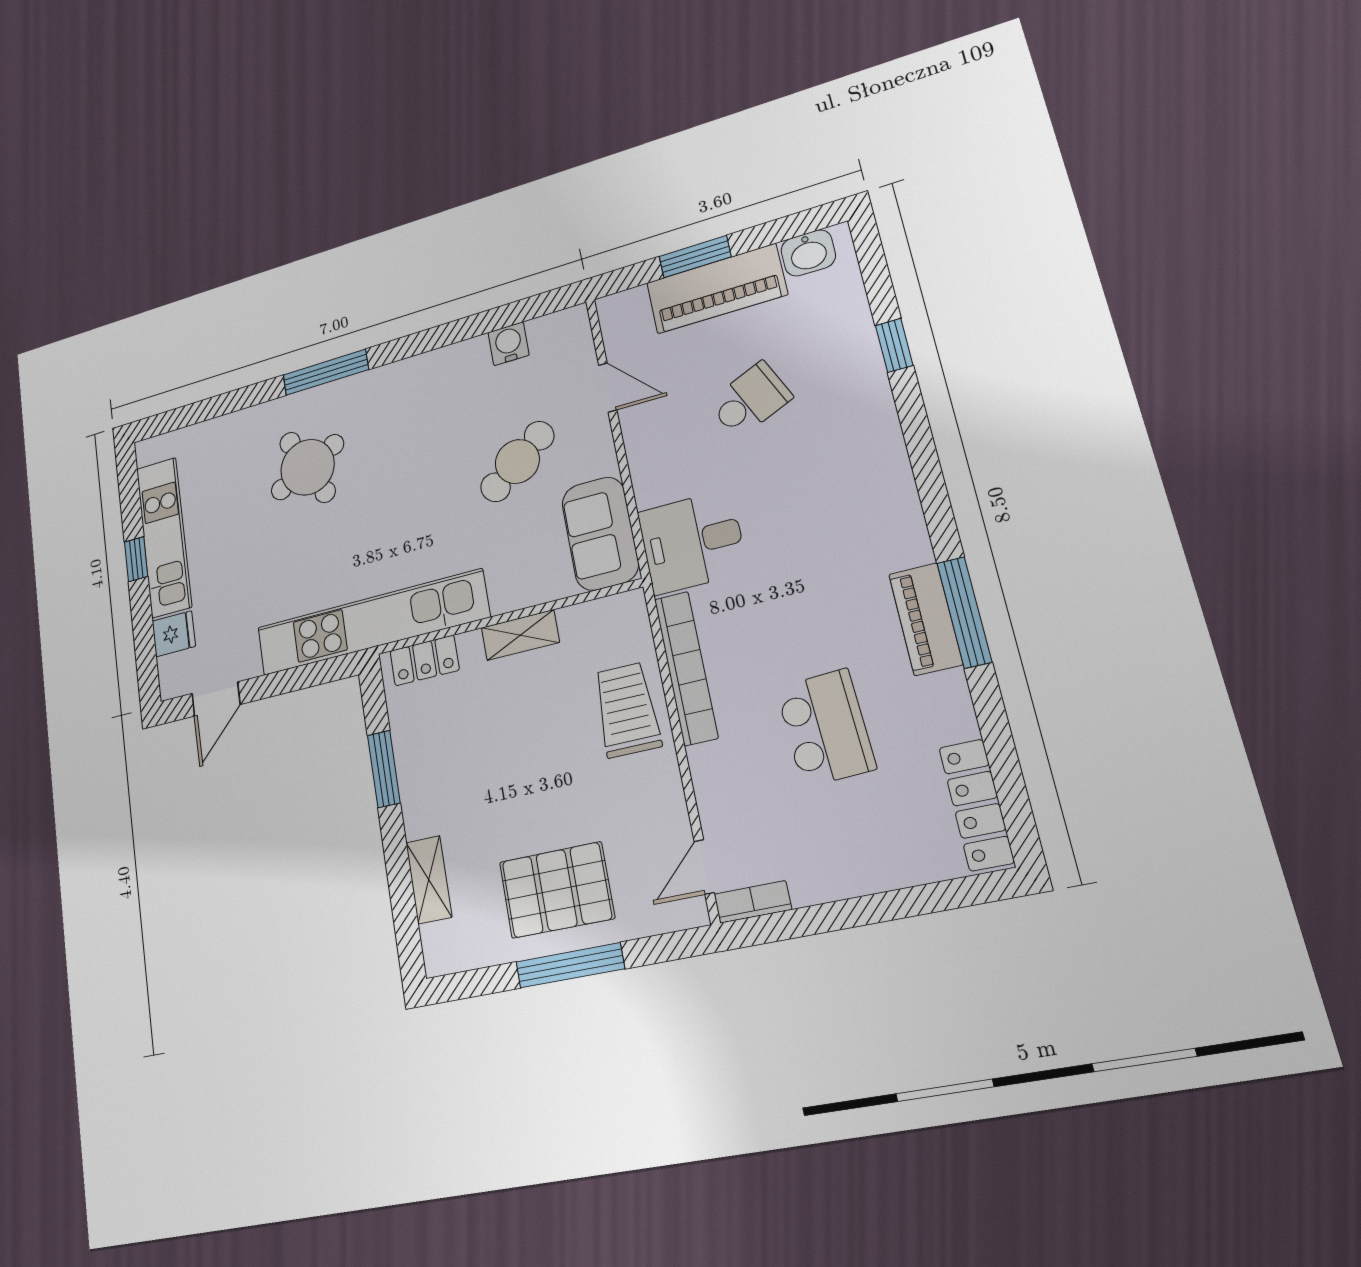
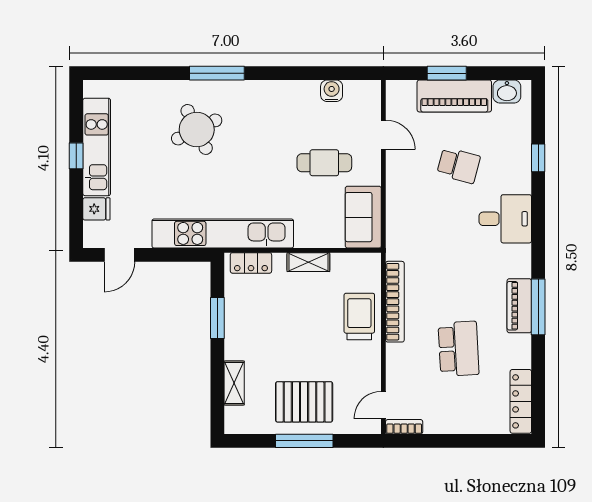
school desk: (750, 400) -> (459, 165), turned 39
cafe table: (517, 462) -> (324, 163), turned 37
desk: (692, 542) -> (505, 219), moved, turned 180

